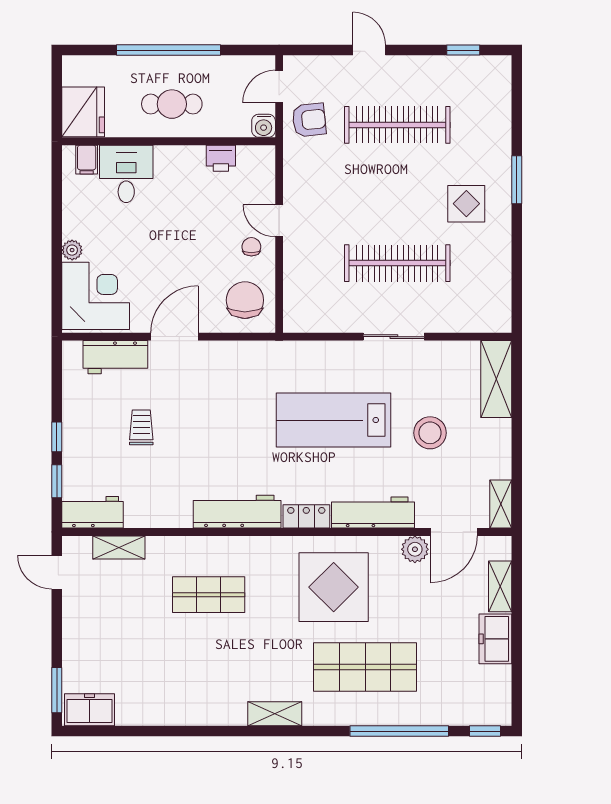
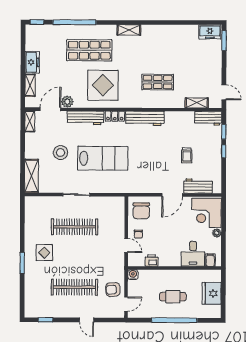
water cooler: (264, 126) -> (133, 275), moved
wall: (169, 141) -> (174, 268), moved
printer: (221, 158) -> (152, 260), moved
filing cabinet: (87, 160) -> (210, 260), moved
desk: (126, 174) -> (193, 254), moved

